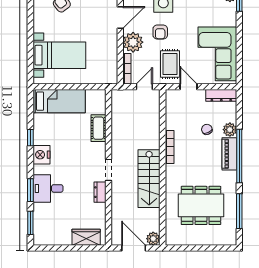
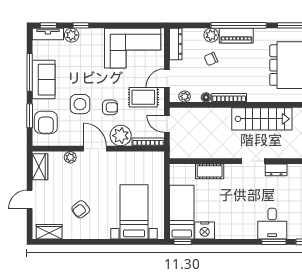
plant: (171, 104) -> (185, 96), added
floor lamp: (170, 125) -> (206, 97), added
window: (30, 138) -> (183, 242), moved
nightstand: (41, 155) -> (205, 230), moved

